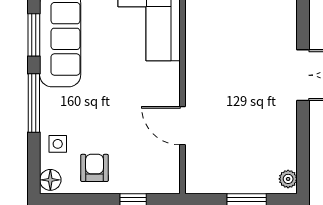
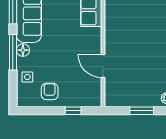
floor lamp: (50, 180) -> (23, 50), moved

